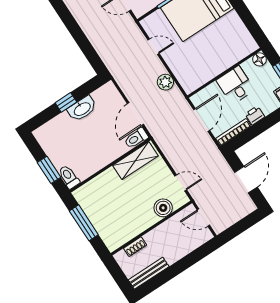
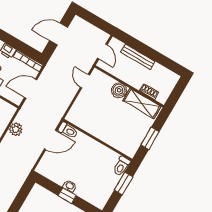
washbasin: (82, 109) -> (70, 186), width x0.52, depth x0.69
shelving: (135, 161) -> (142, 103), moved
boiler: (163, 208) -> (119, 90), moved
window: (84, 223) -> (150, 138), width x0.69
bench: (149, 273) -> (138, 57), moved

